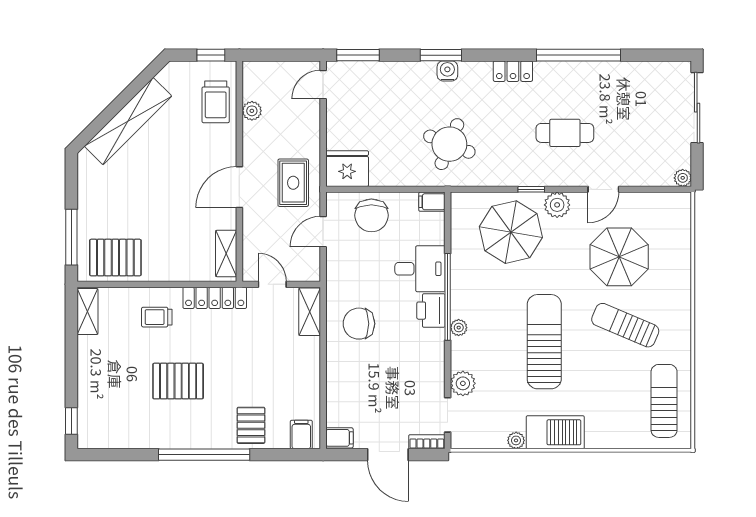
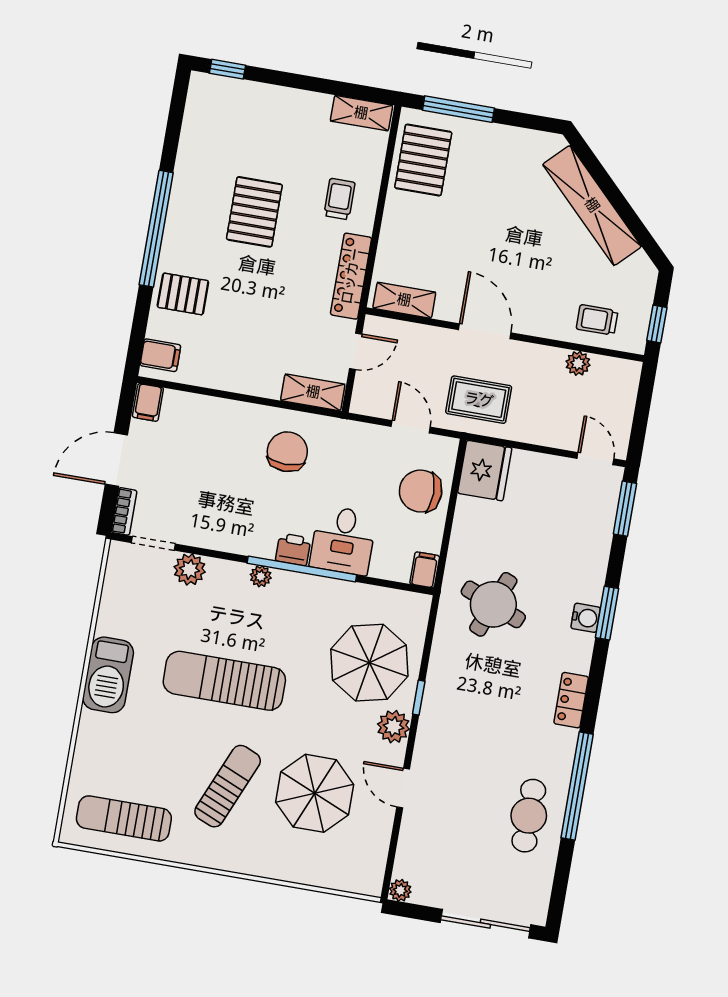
trolley: (216, 102) -> (597, 320), width x0.73, depth x0.72
cafe table: (565, 133) -> (529, 816), moved
printer: (431, 311) -> (293, 549), width x0.73, depth x0.81
sun lounger: (544, 342) -> (224, 681), turned 180
sun lounger: (664, 401) -> (124, 818), turned 180
plant: (516, 440) -> (106, 624), removed

